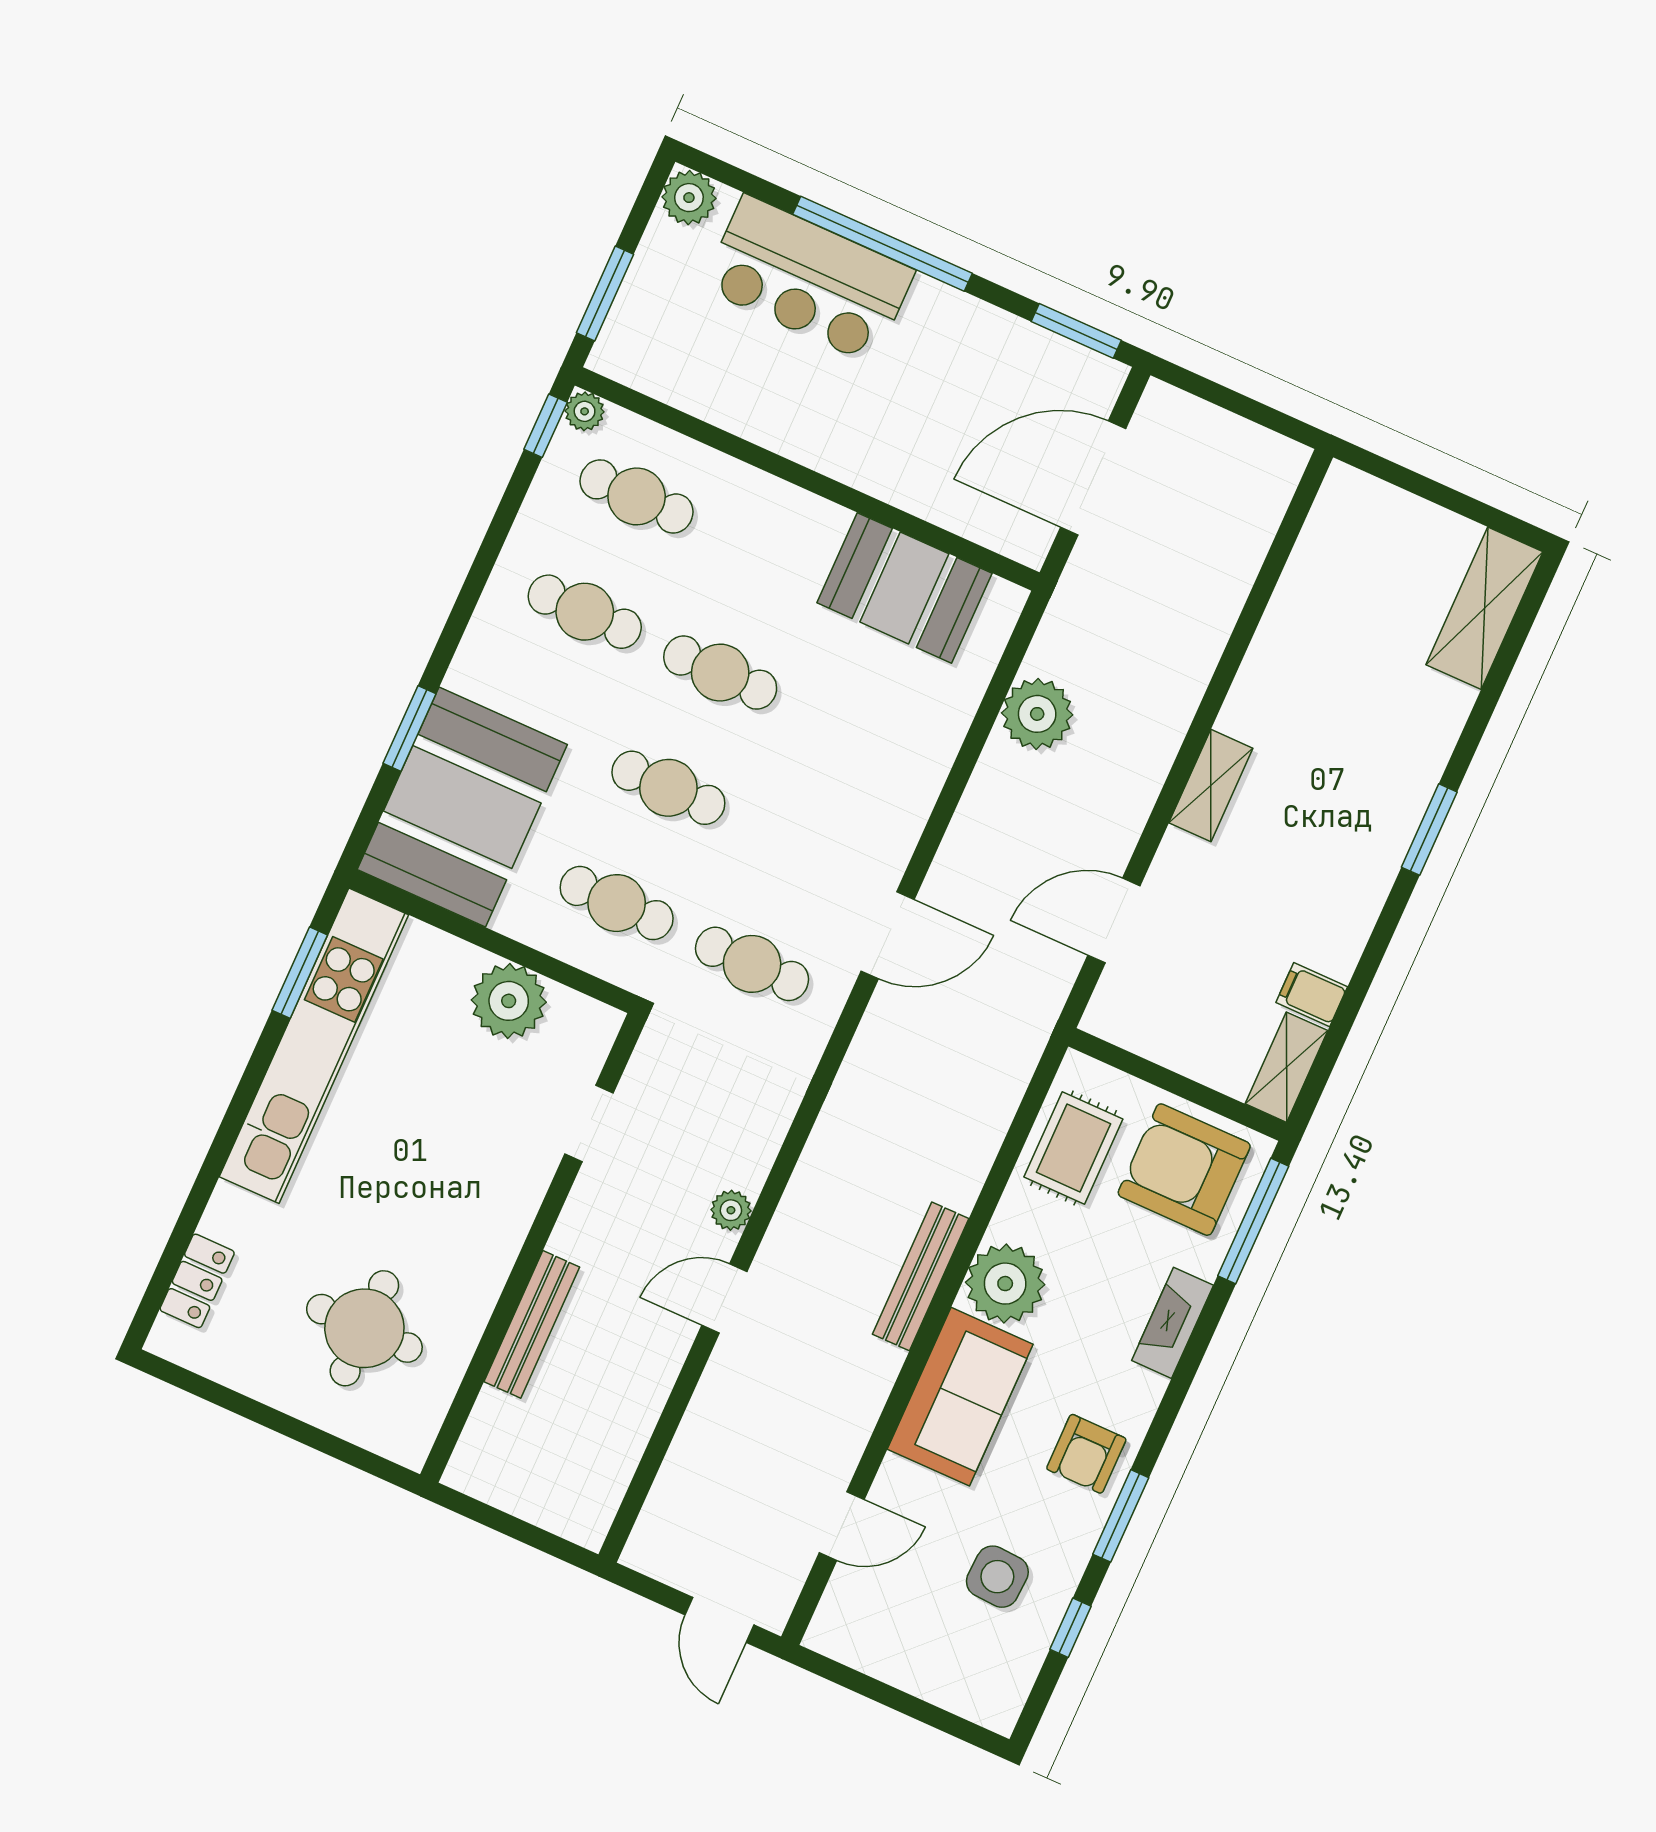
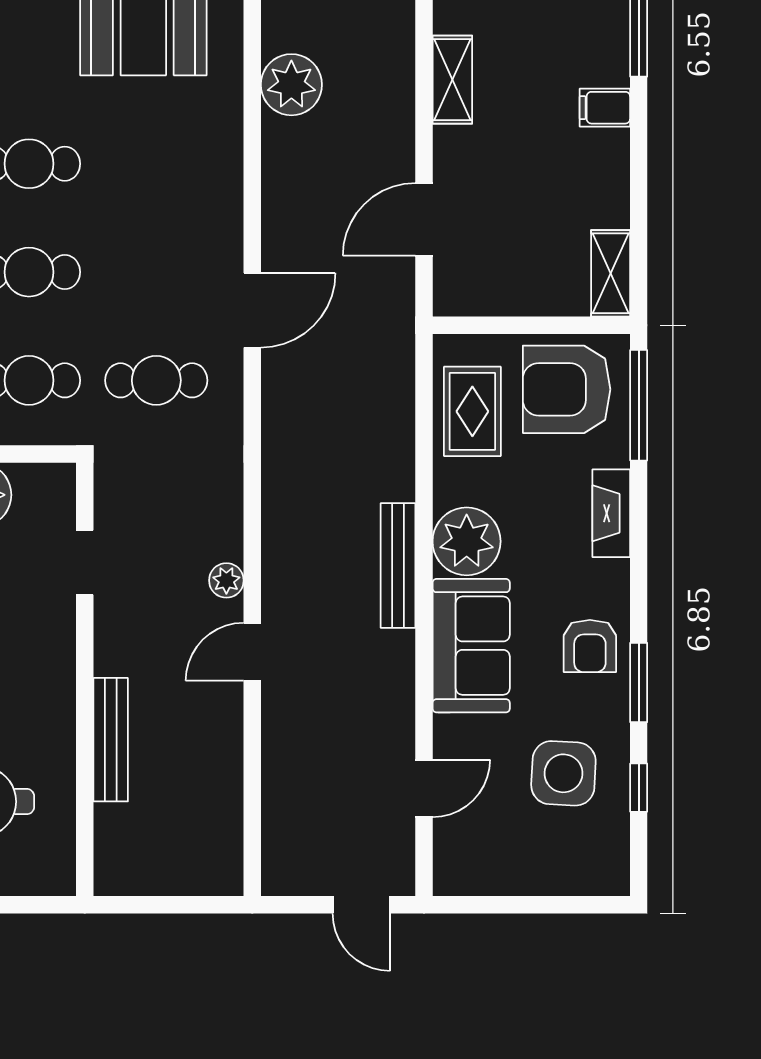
filing cabinet: (1312, 995) -> (605, 108), moved
side table: (997, 1577) -> (563, 773), width x1.37, depth x1.37

